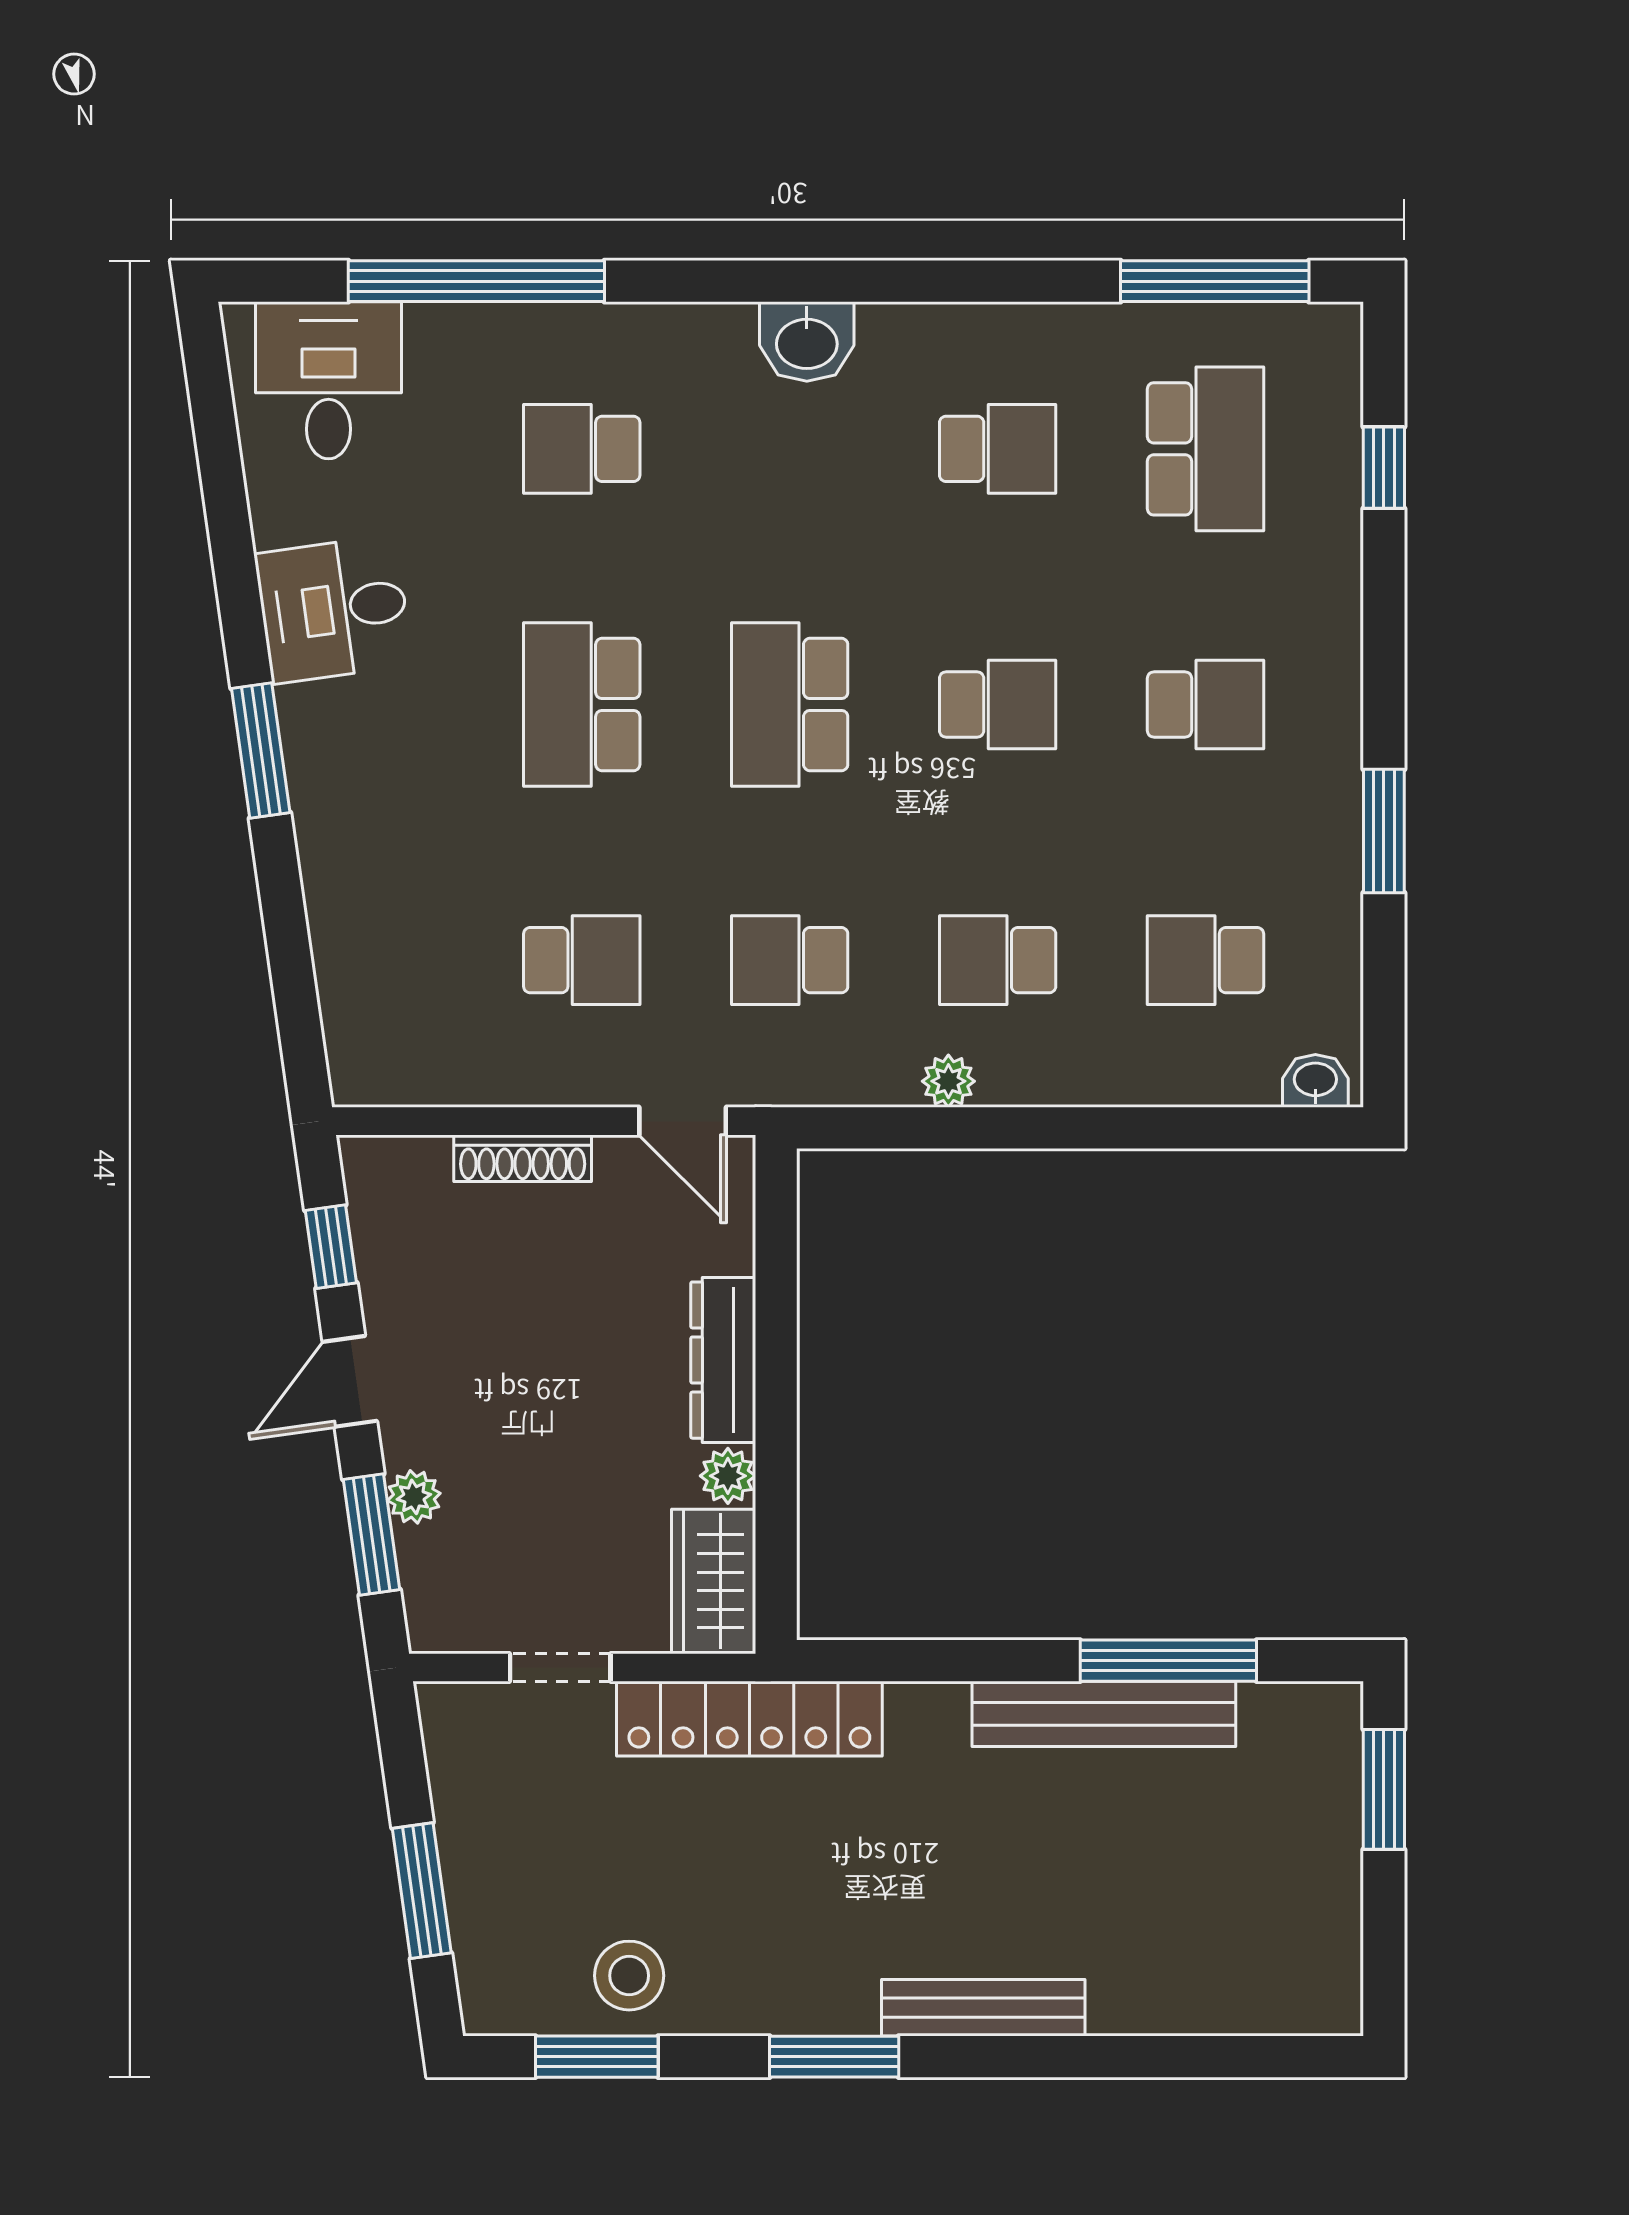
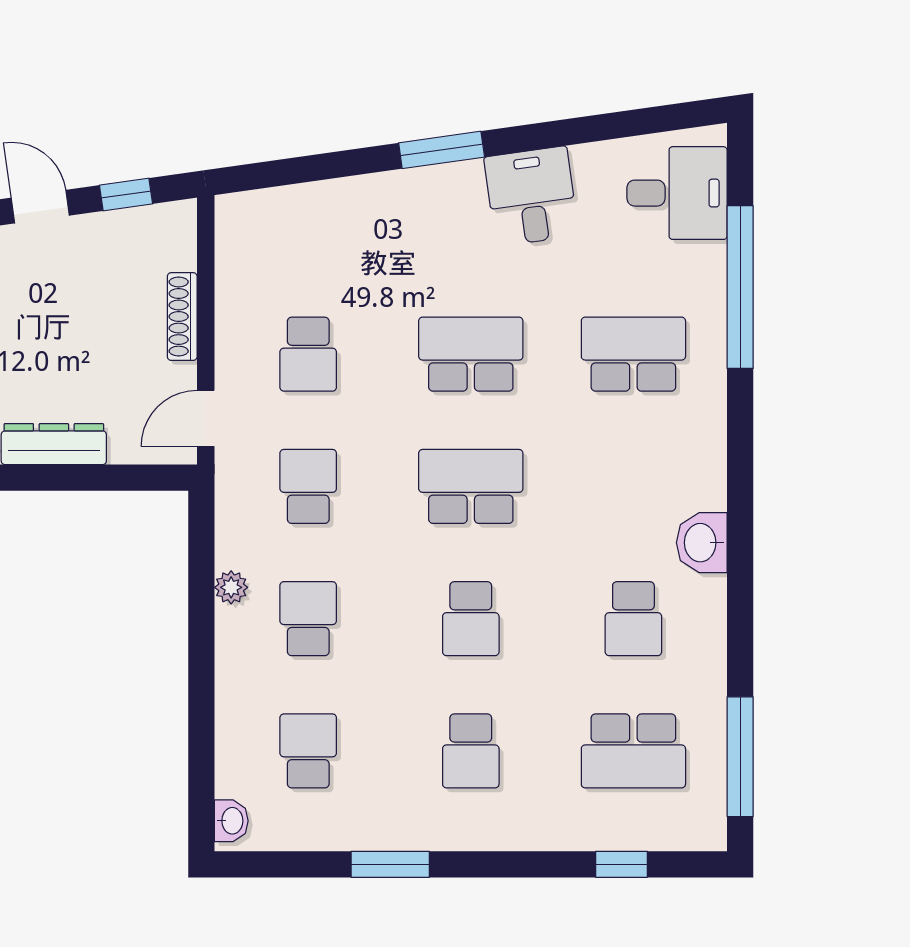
washbasin: (807, 342) -> (702, 543), moved
school desk: (582, 449) -> (633, 354), width x1.85

